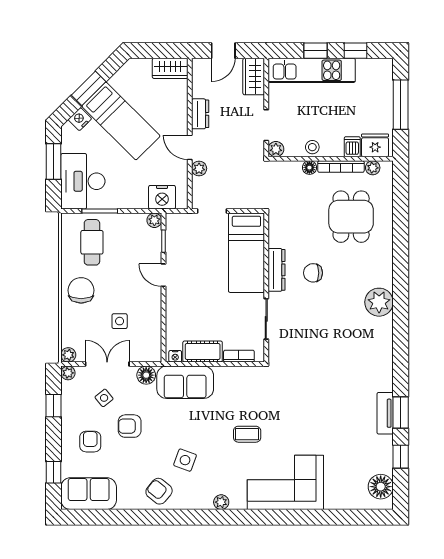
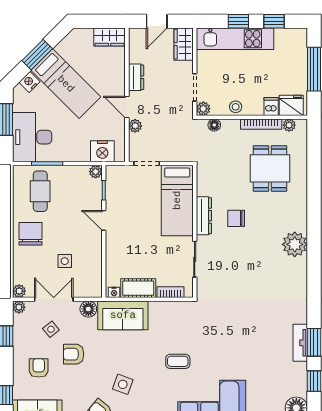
floor lamp: (309, 168) -> (214, 125), moved

